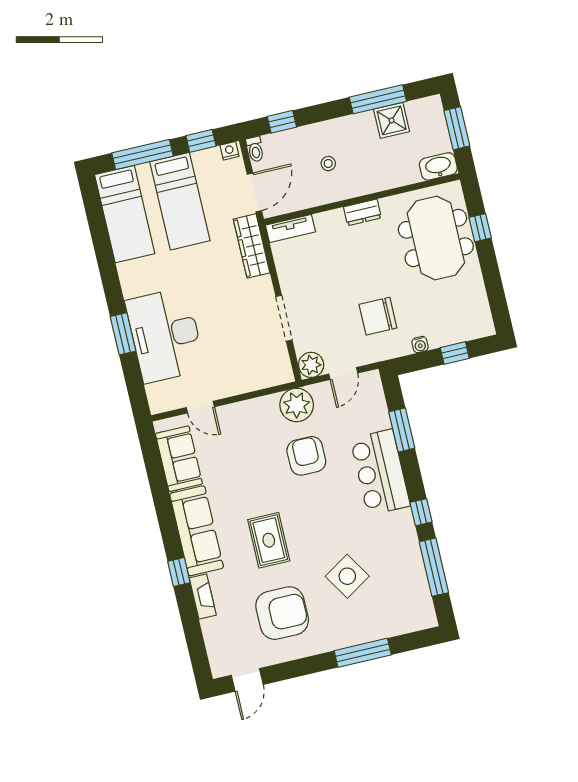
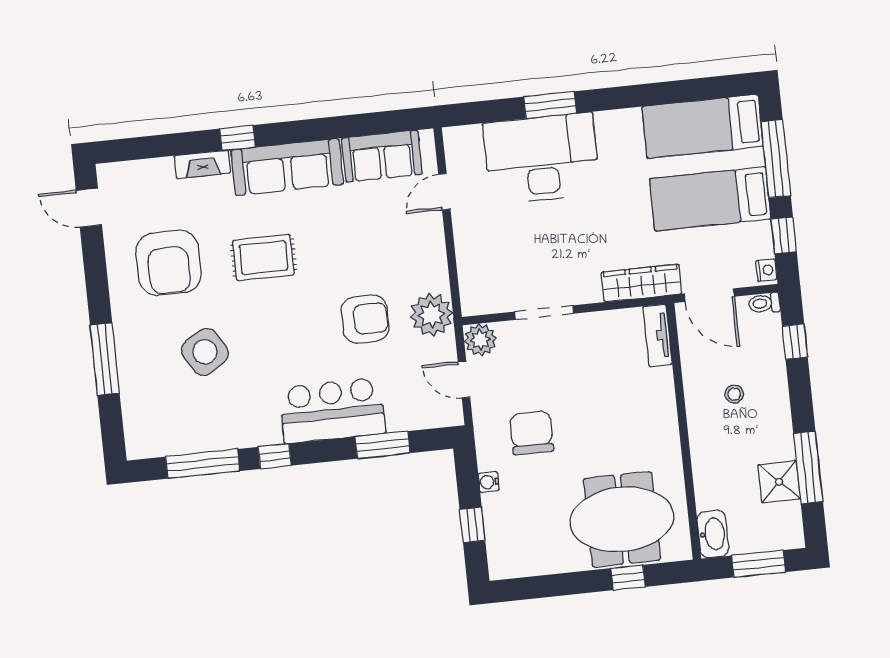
dresser: (362, 212) -> (667, 430), removed

